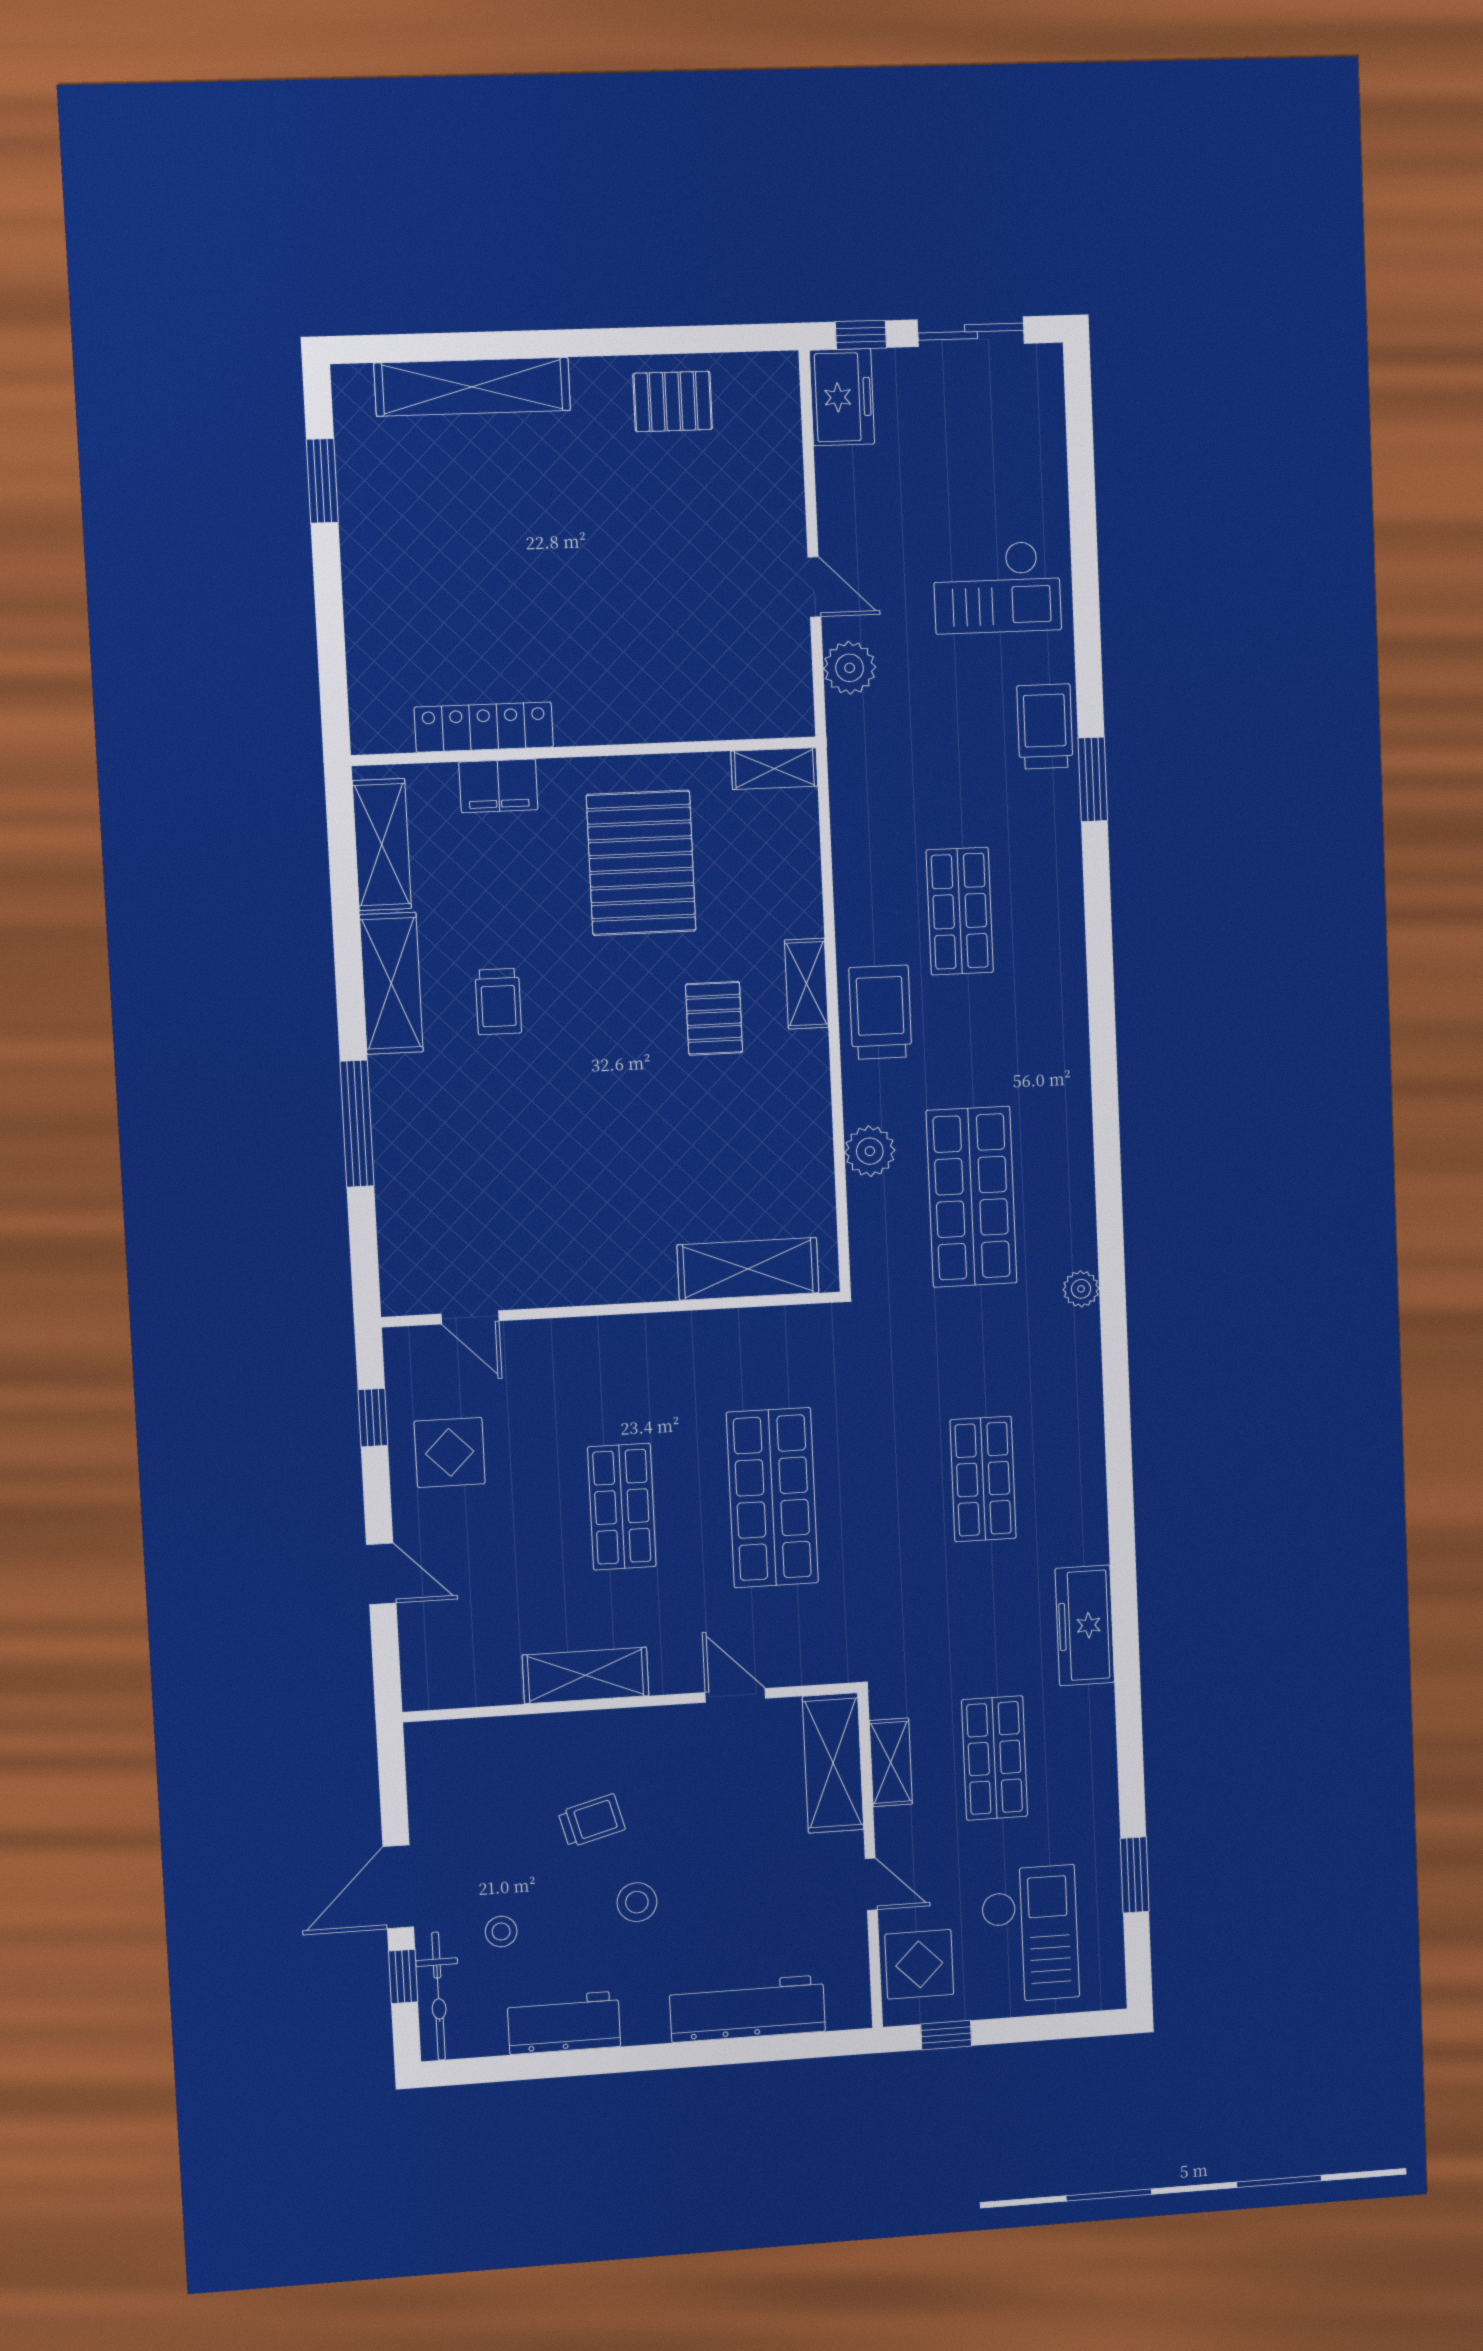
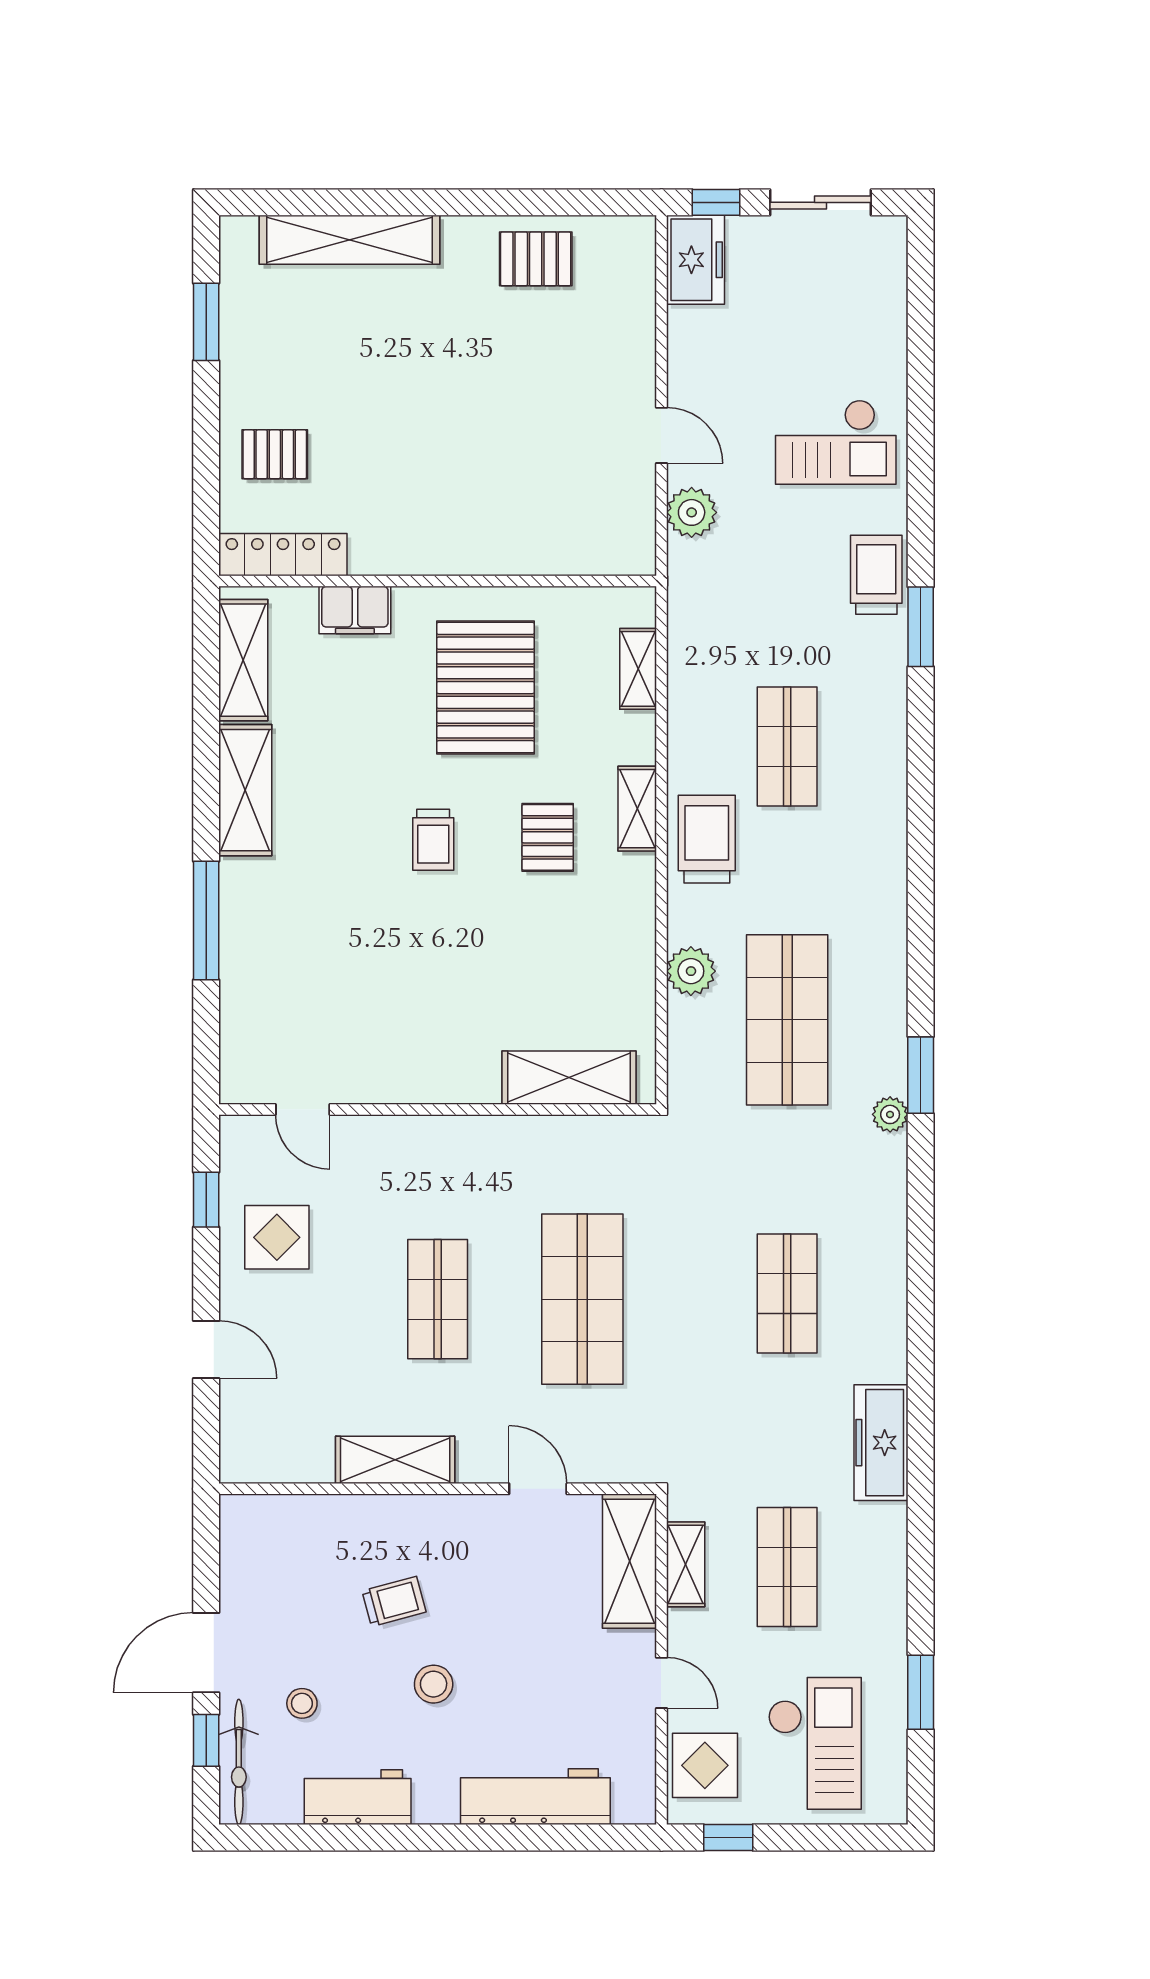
pallet: (404, 622) -> (275, 454), added
locker: (484, 727) -> (283, 555), moved
shelving: (774, 769) -> (638, 669), moved, turned 90
trolley: (498, 1002) -> (433, 840), moved
window: (1111, 1247) -> (921, 1075), added

